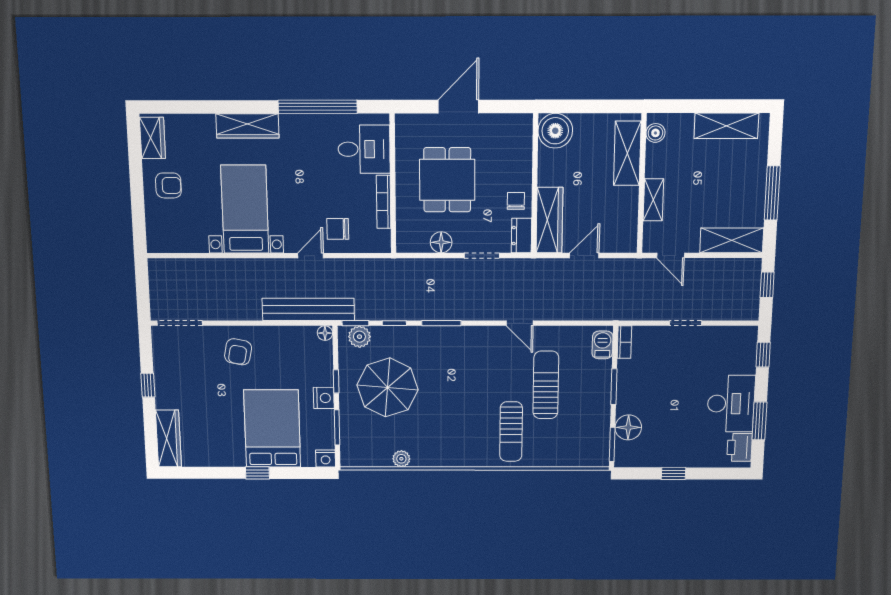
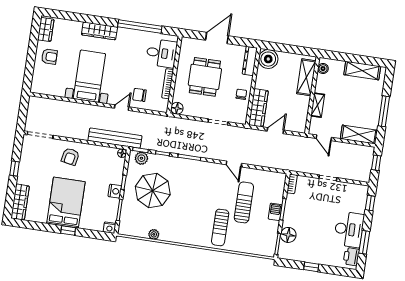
dresser: (521, 236) -> (250, 61), moved, width x1.44
floor lamp: (441, 242) -> (177, 108), moved
barbecue: (602, 345) -> (275, 212), moved
bed: (272, 429) -> (66, 203), moved

